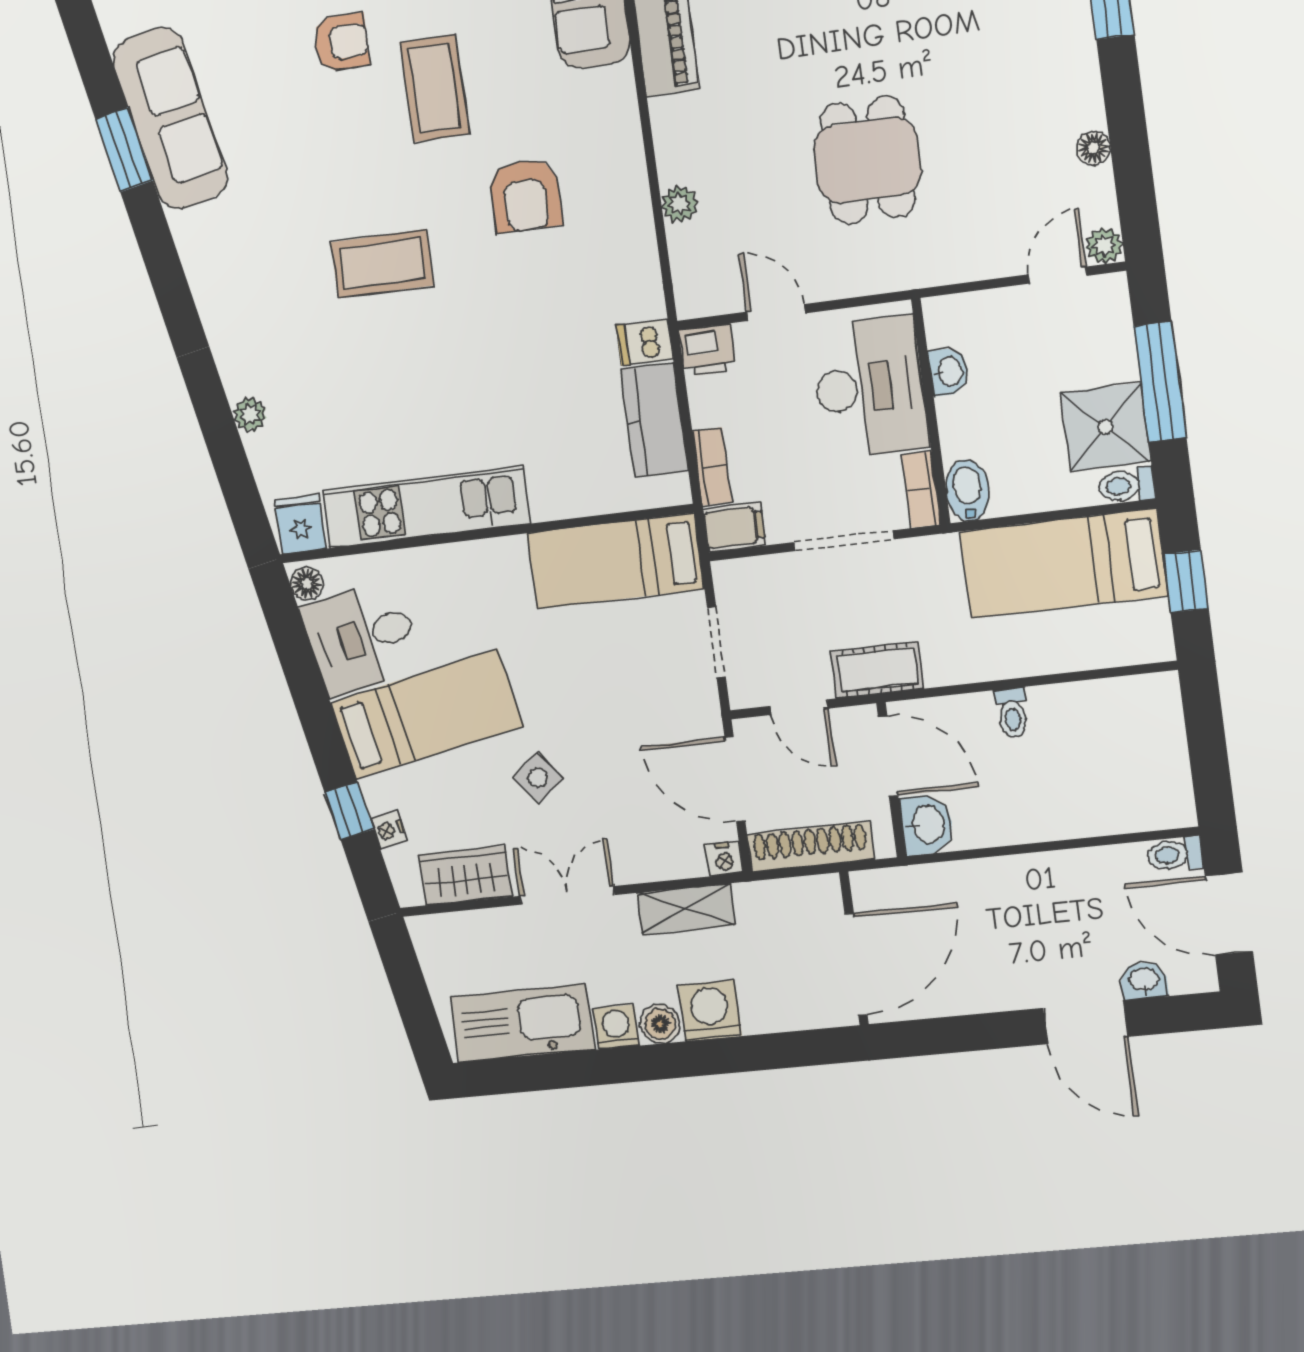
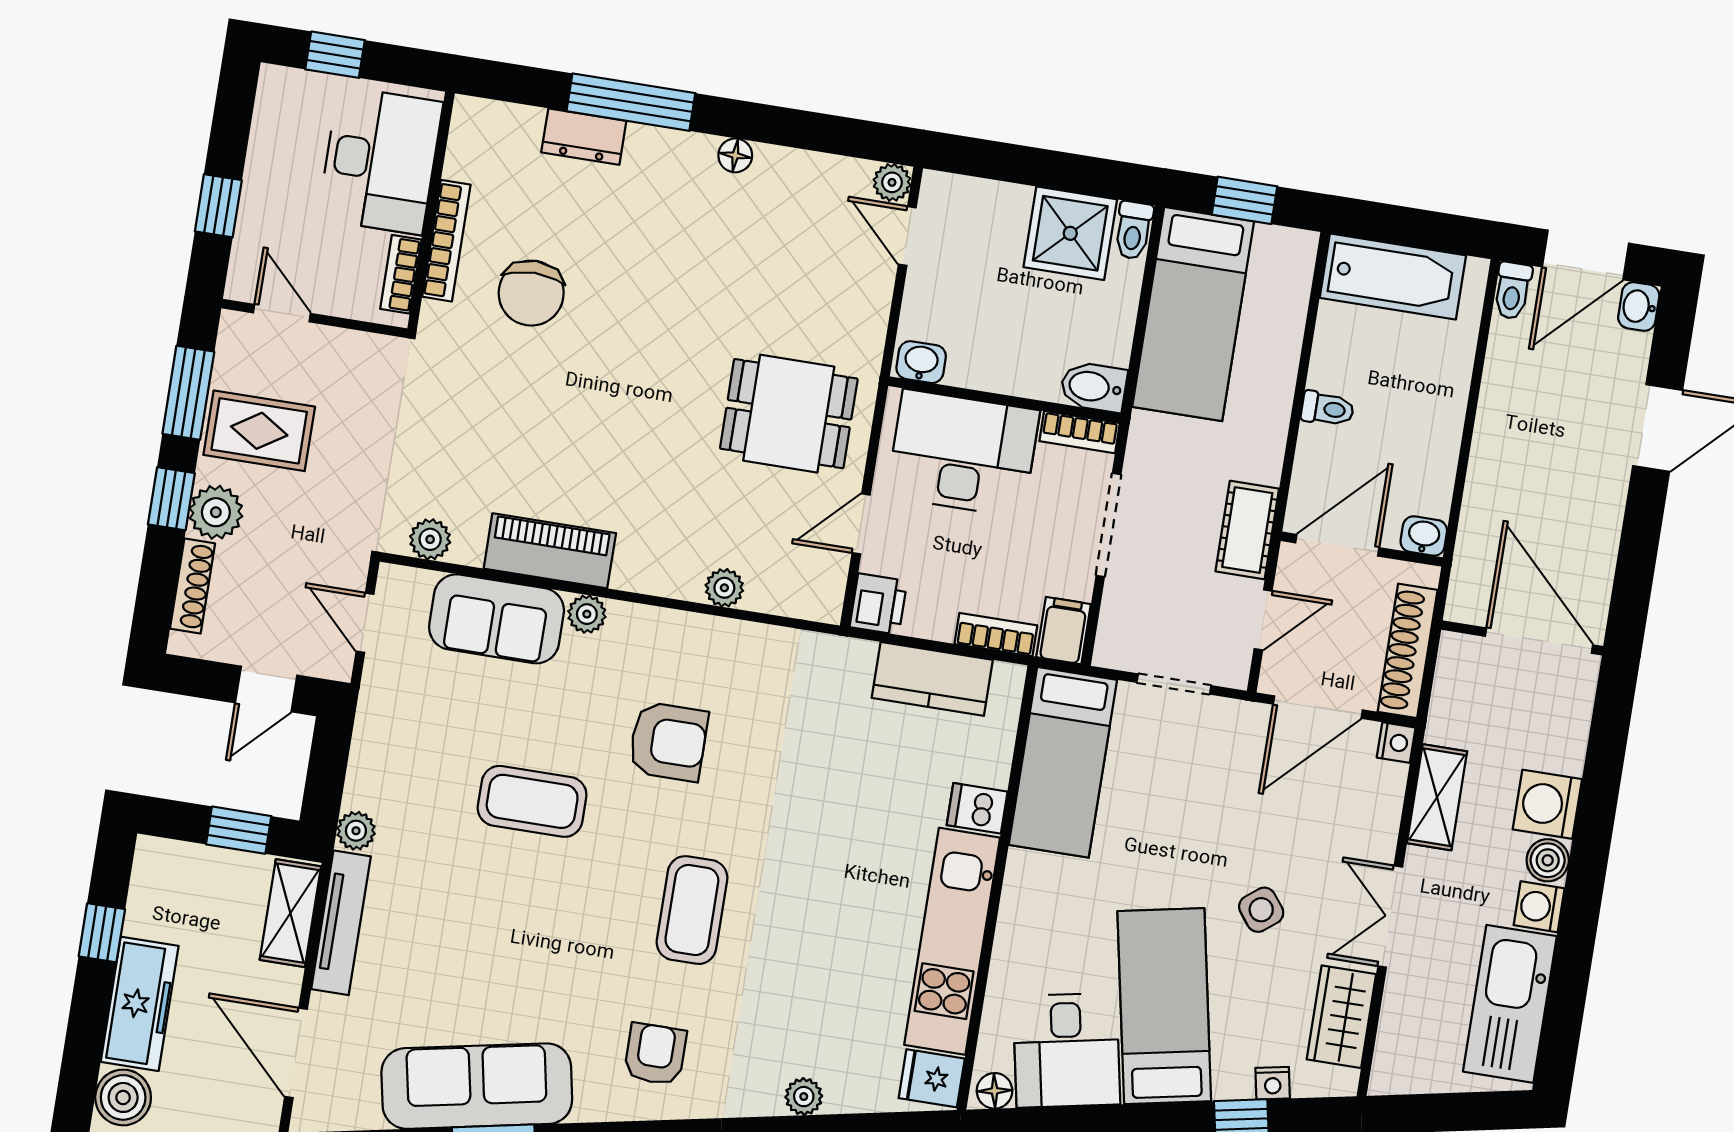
armchair: (341, 42) -> (655, 1054), moved
plant: (618, 85) -> (587, 614), added
floor lamp: (1093, 148) -> (735, 155), moved
dining table: (867, 160) -> (789, 414), moved
dishwasher: (645, 342) -> (977, 808), moved, turned 90
washbasin: (949, 372) -> (921, 362), moved
window: (1160, 382) -> (1041, 168), removed
bathtub: (1155, 740) -> (1393, 277), added
washbasin: (927, 825) -> (1424, 536), width x0.72, depth x0.69
washbasin: (1144, 980) -> (1639, 307), moved

